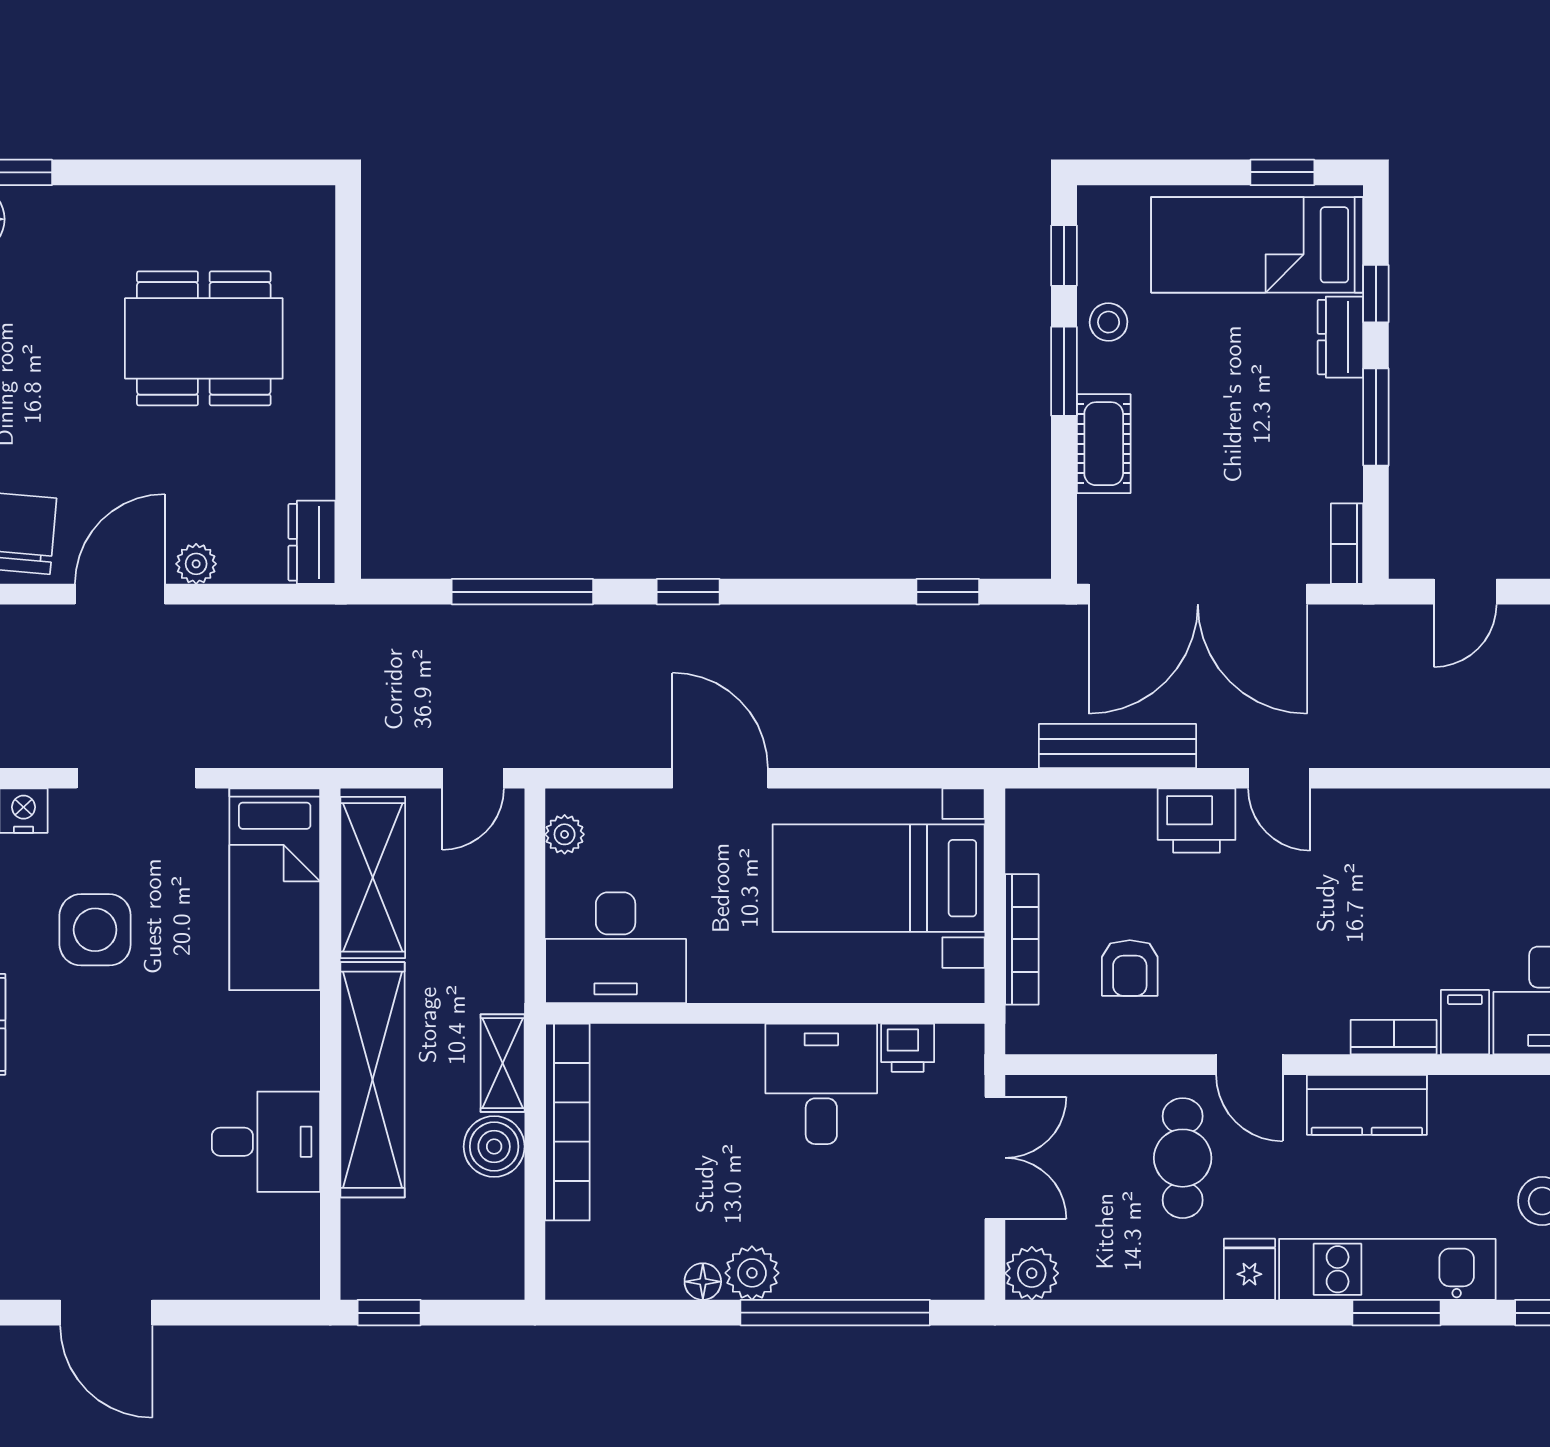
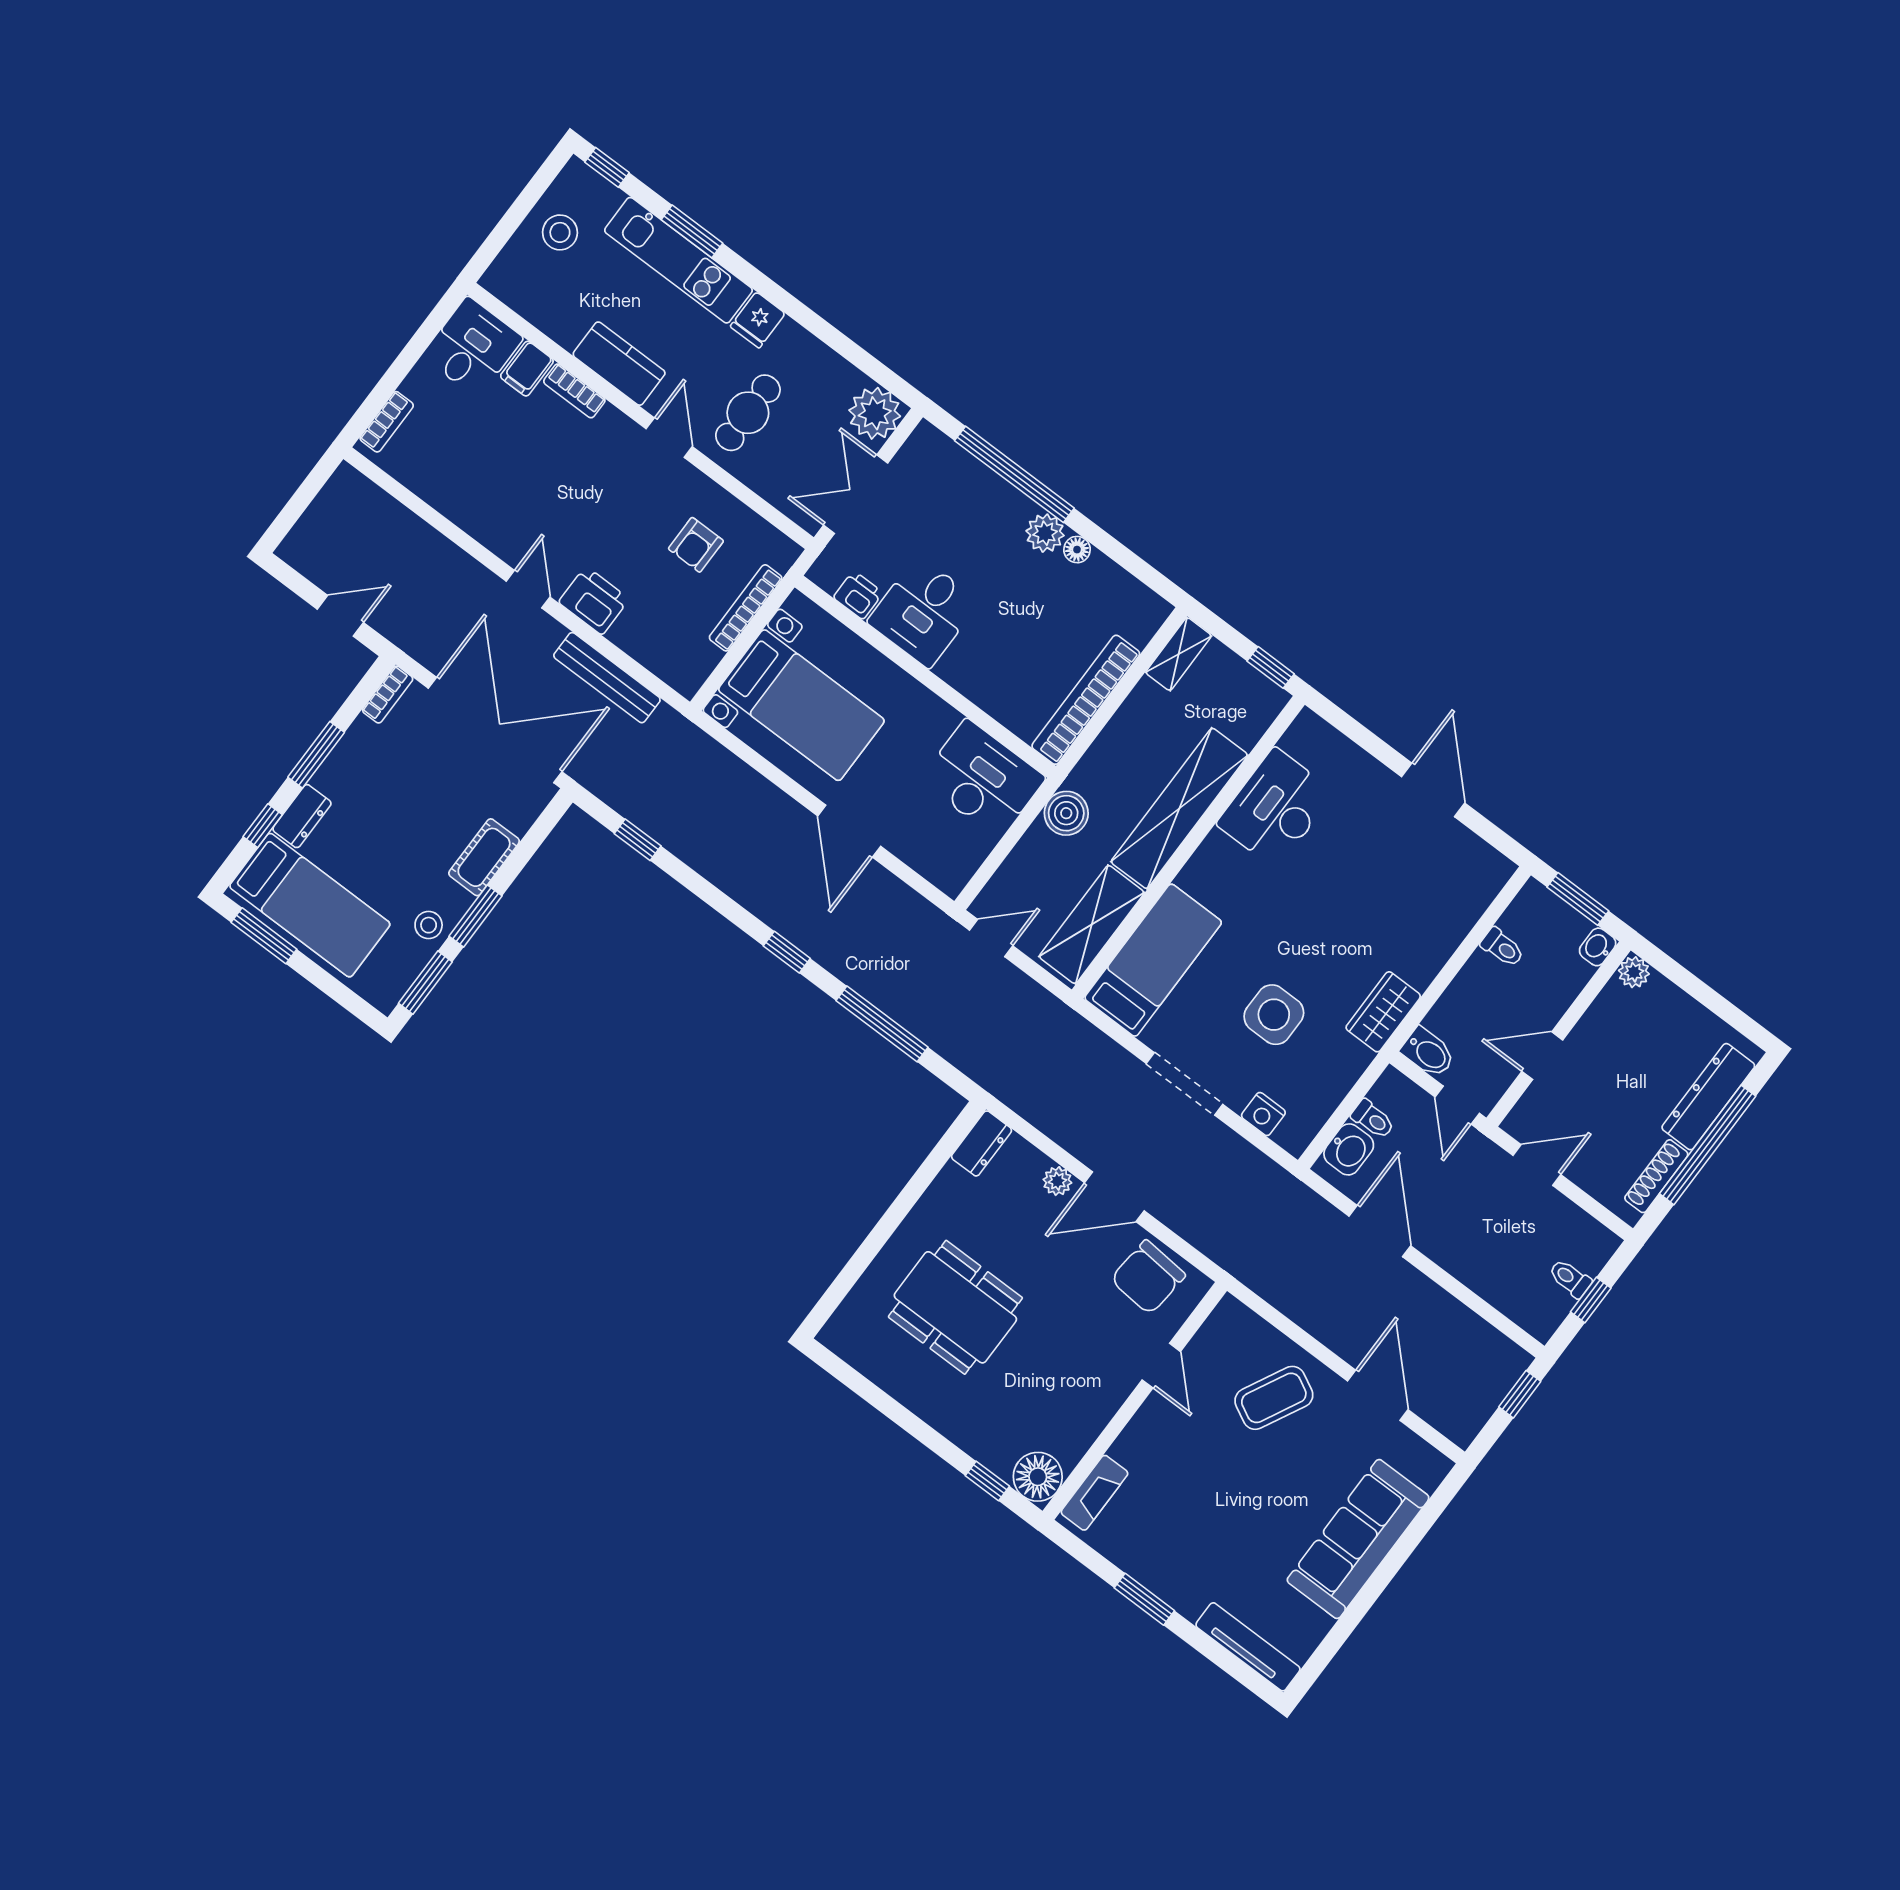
window: (1282, 172) -> (264, 936), width x1.50
window: (1064, 256) -> (425, 983), width x1.50
plant: (565, 834) -> (963, 866), removed
armchair: (1130, 968) -> (696, 545), turned 180
shelving: (503, 1063) -> (1179, 654), moved
desk: (266, 1142) -> (1276, 808), width x1.37
boiler: (494, 1147) -> (1066, 813), moved
plant: (1032, 1273) -> (875, 413), width x1.36, depth x1.36

